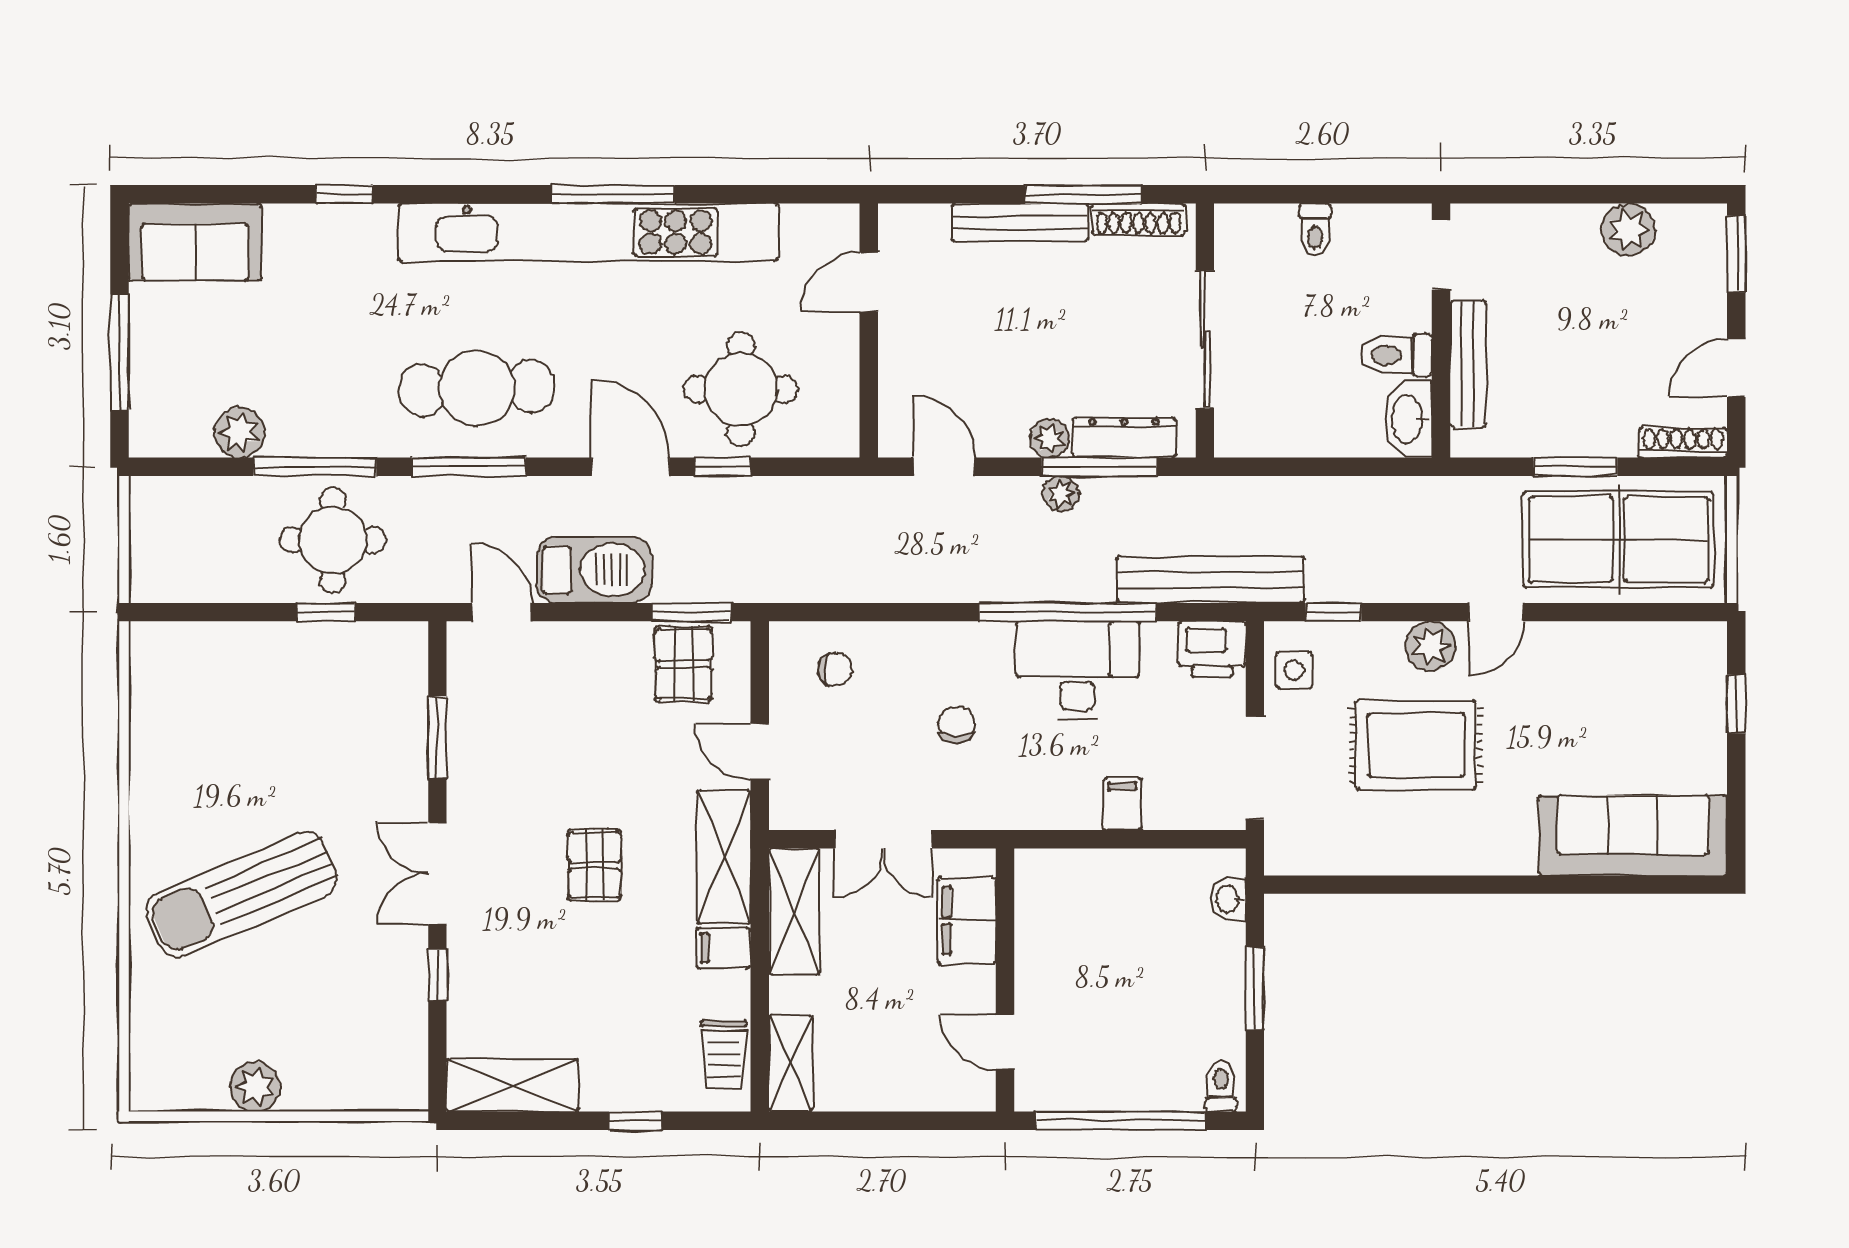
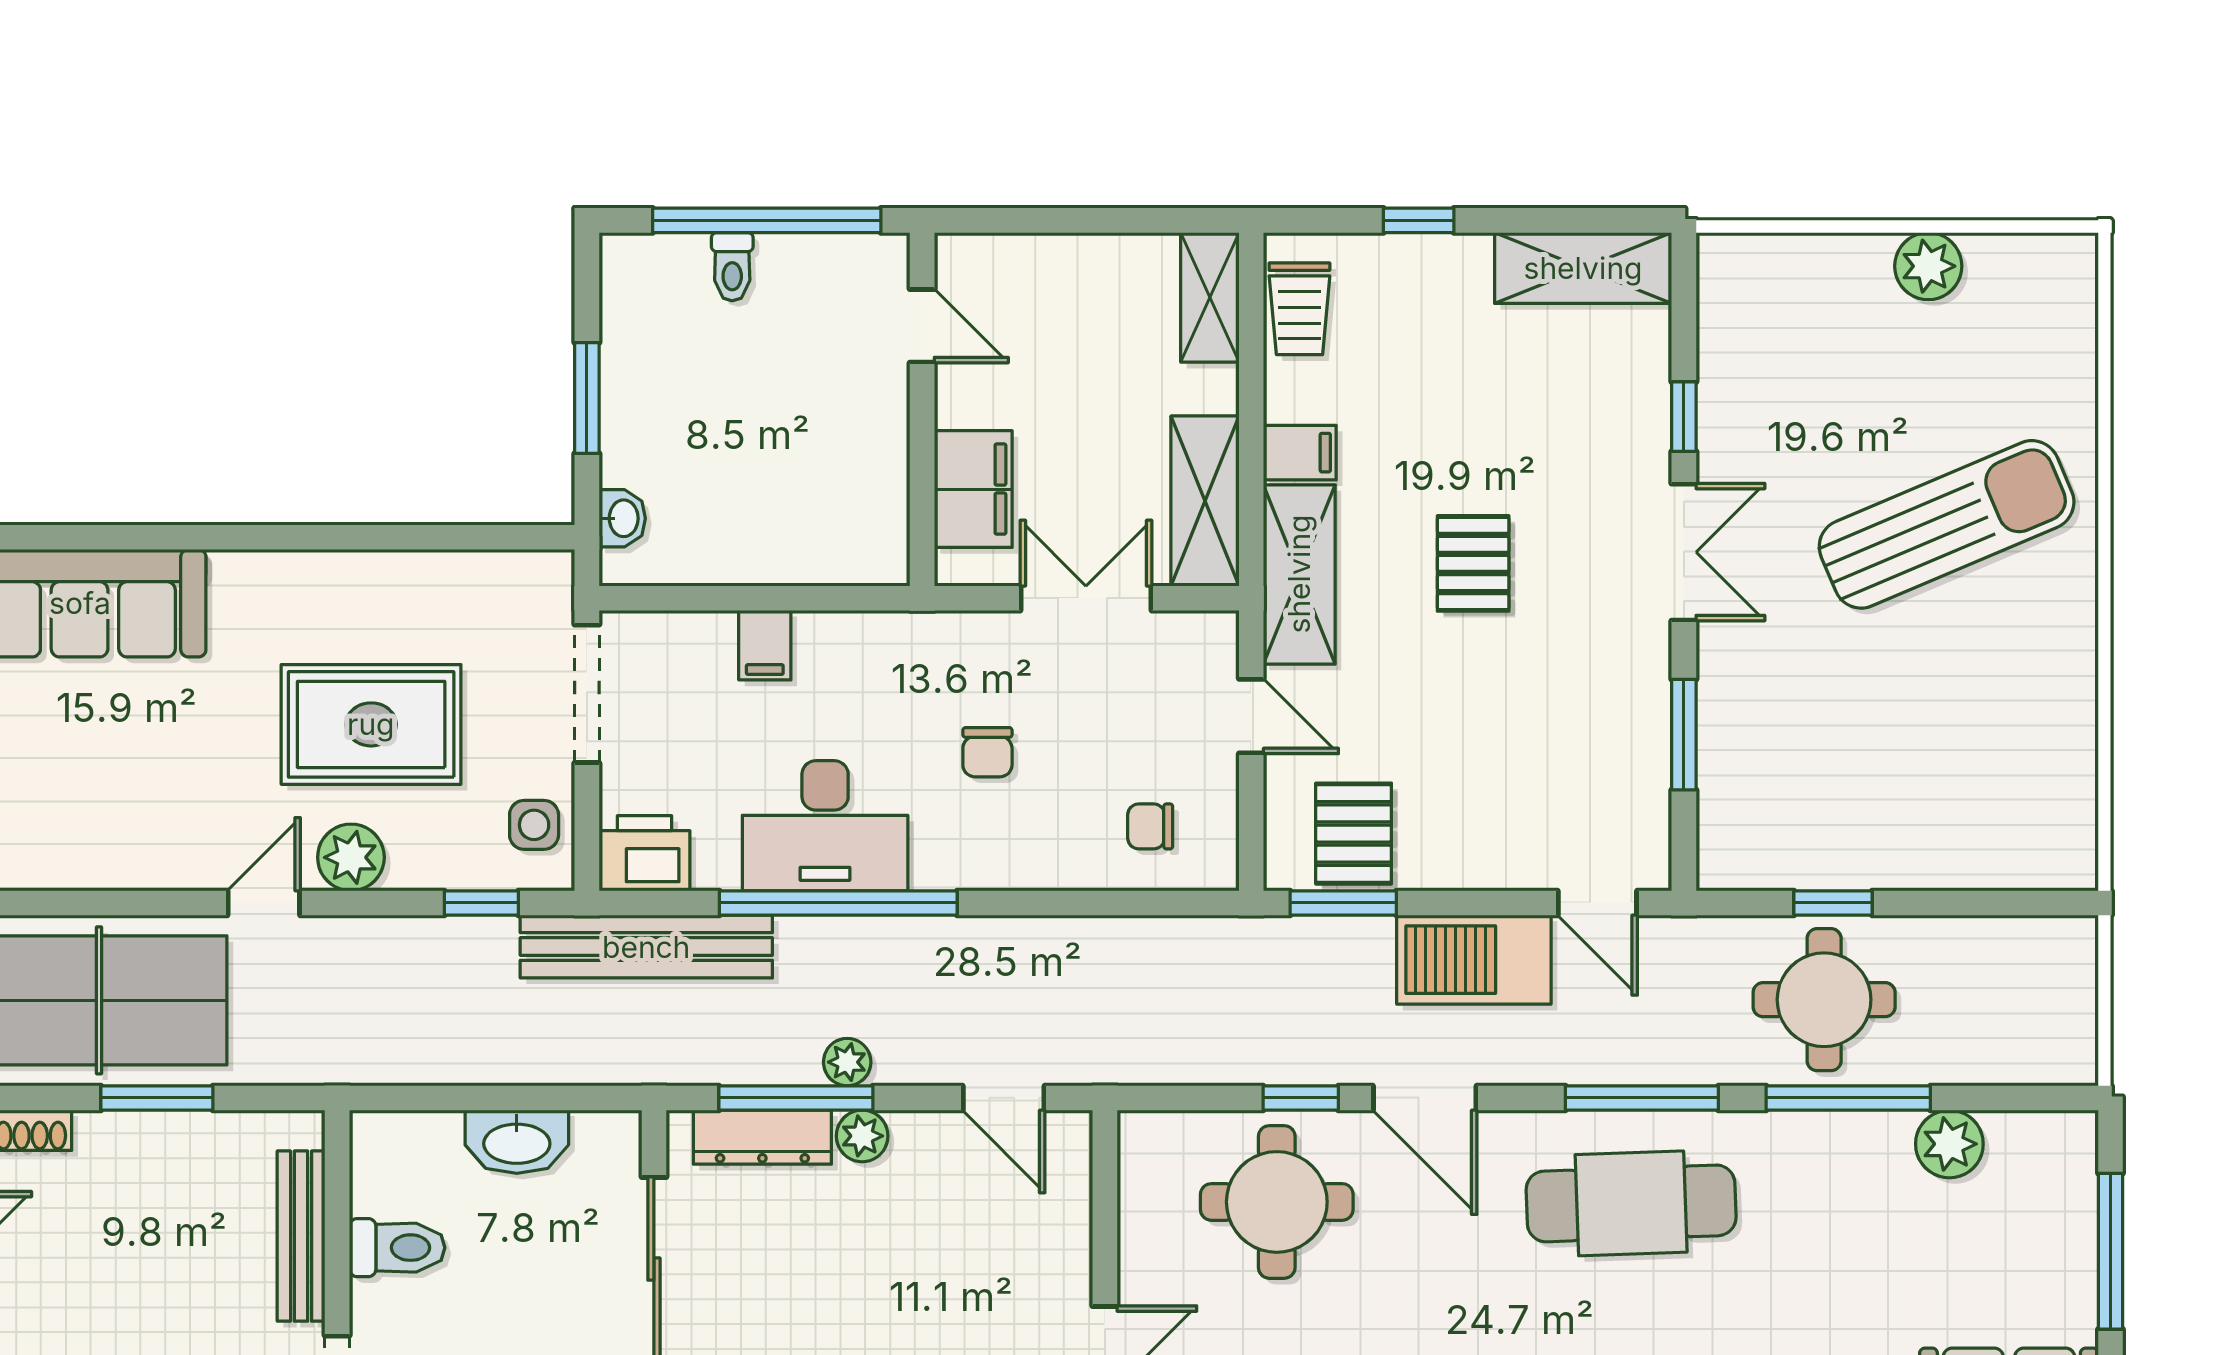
washbasin: (1408, 419) -> (517, 1142), moved, turned 90
trolley: (724, 1055) -> (1299, 309), turned 180
toilet: (1221, 1086) -> (732, 267), moved

